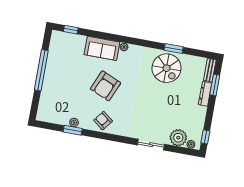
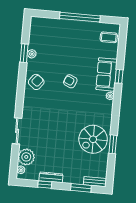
window: (71, 30) -> (119, 76), moved
coffee table: (64, 43) -> (109, 37), added
armchair: (106, 86) -> (70, 81), width x0.53, depth x0.53
dresser: (205, 94) -> (51, 177), moved
window: (205, 137) -> (45, 185), moved

